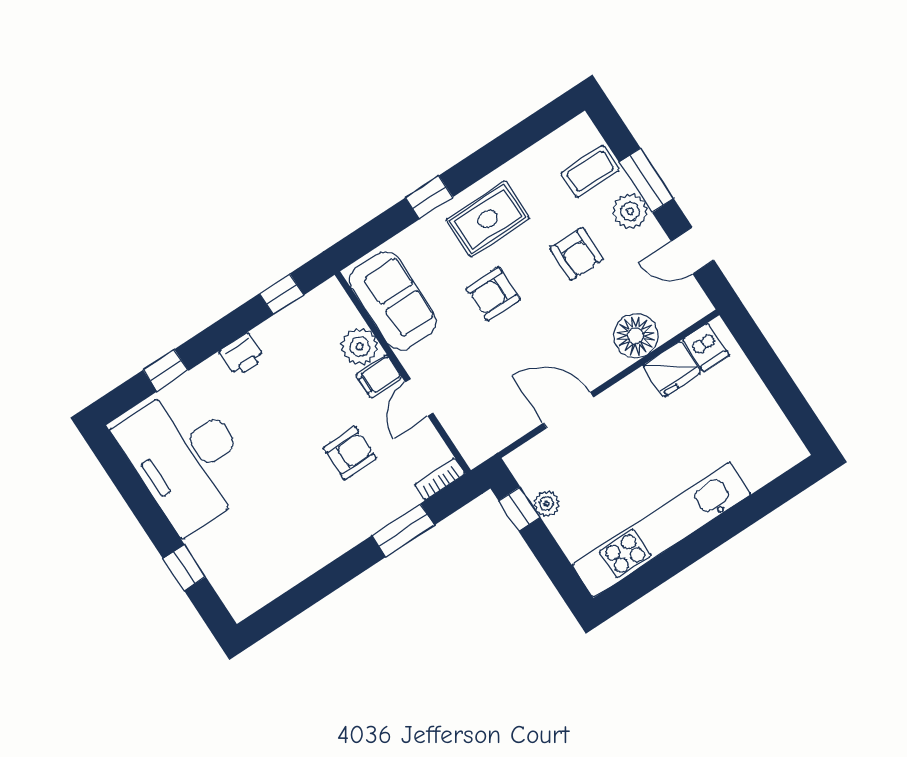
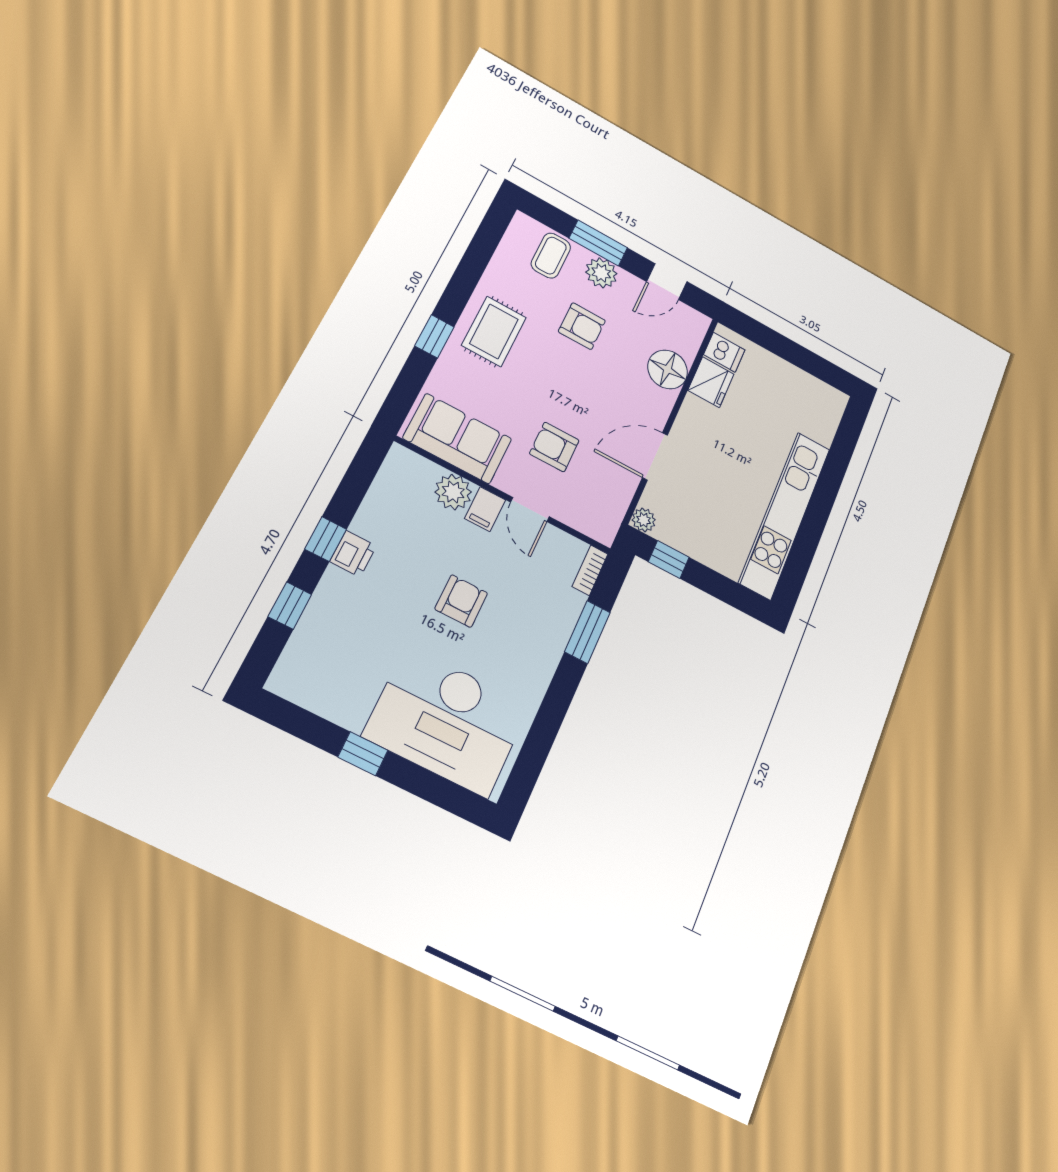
window: (282, 294) -> (326, 539), moved
armchair: (493, 294) -> (554, 447), moved, turned 90
armchair: (350, 453) -> (461, 601), moved
desk: (186, 458) -> (447, 721), moved
plant: (546, 504) -> (644, 520), moved
window: (184, 568) -> (363, 754), moved

